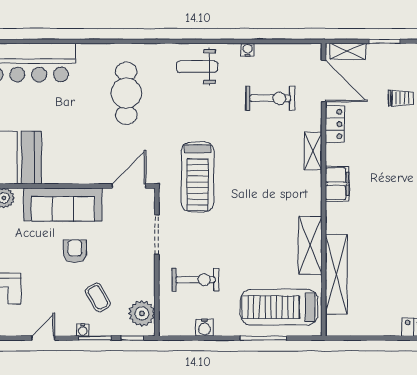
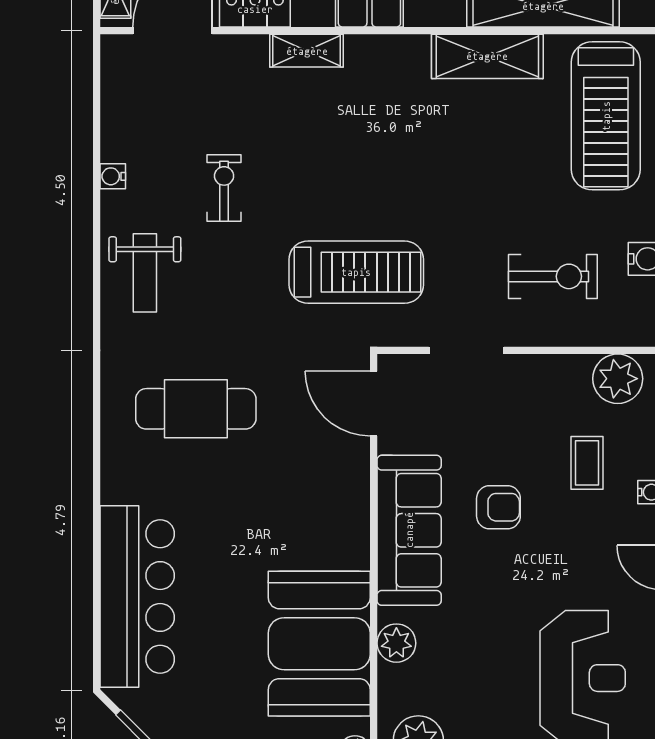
exercise bike: (270, 98) -> (224, 188), moved, width x0.73, depth x0.72
armchair: (75, 251) -> (498, 507), turned 180
exercise bike: (195, 280) -> (553, 276), turned 90
coffee table: (98, 297) -> (587, 463), turned -60

